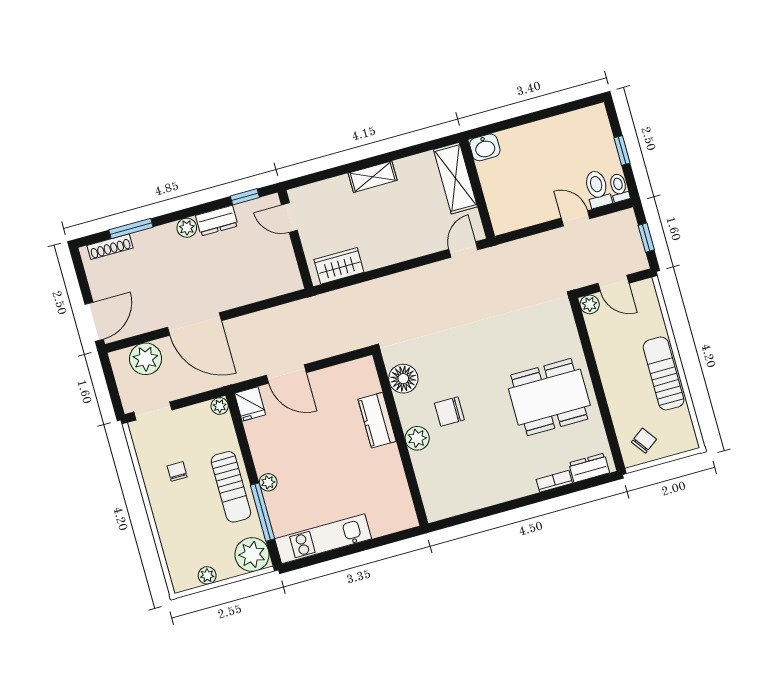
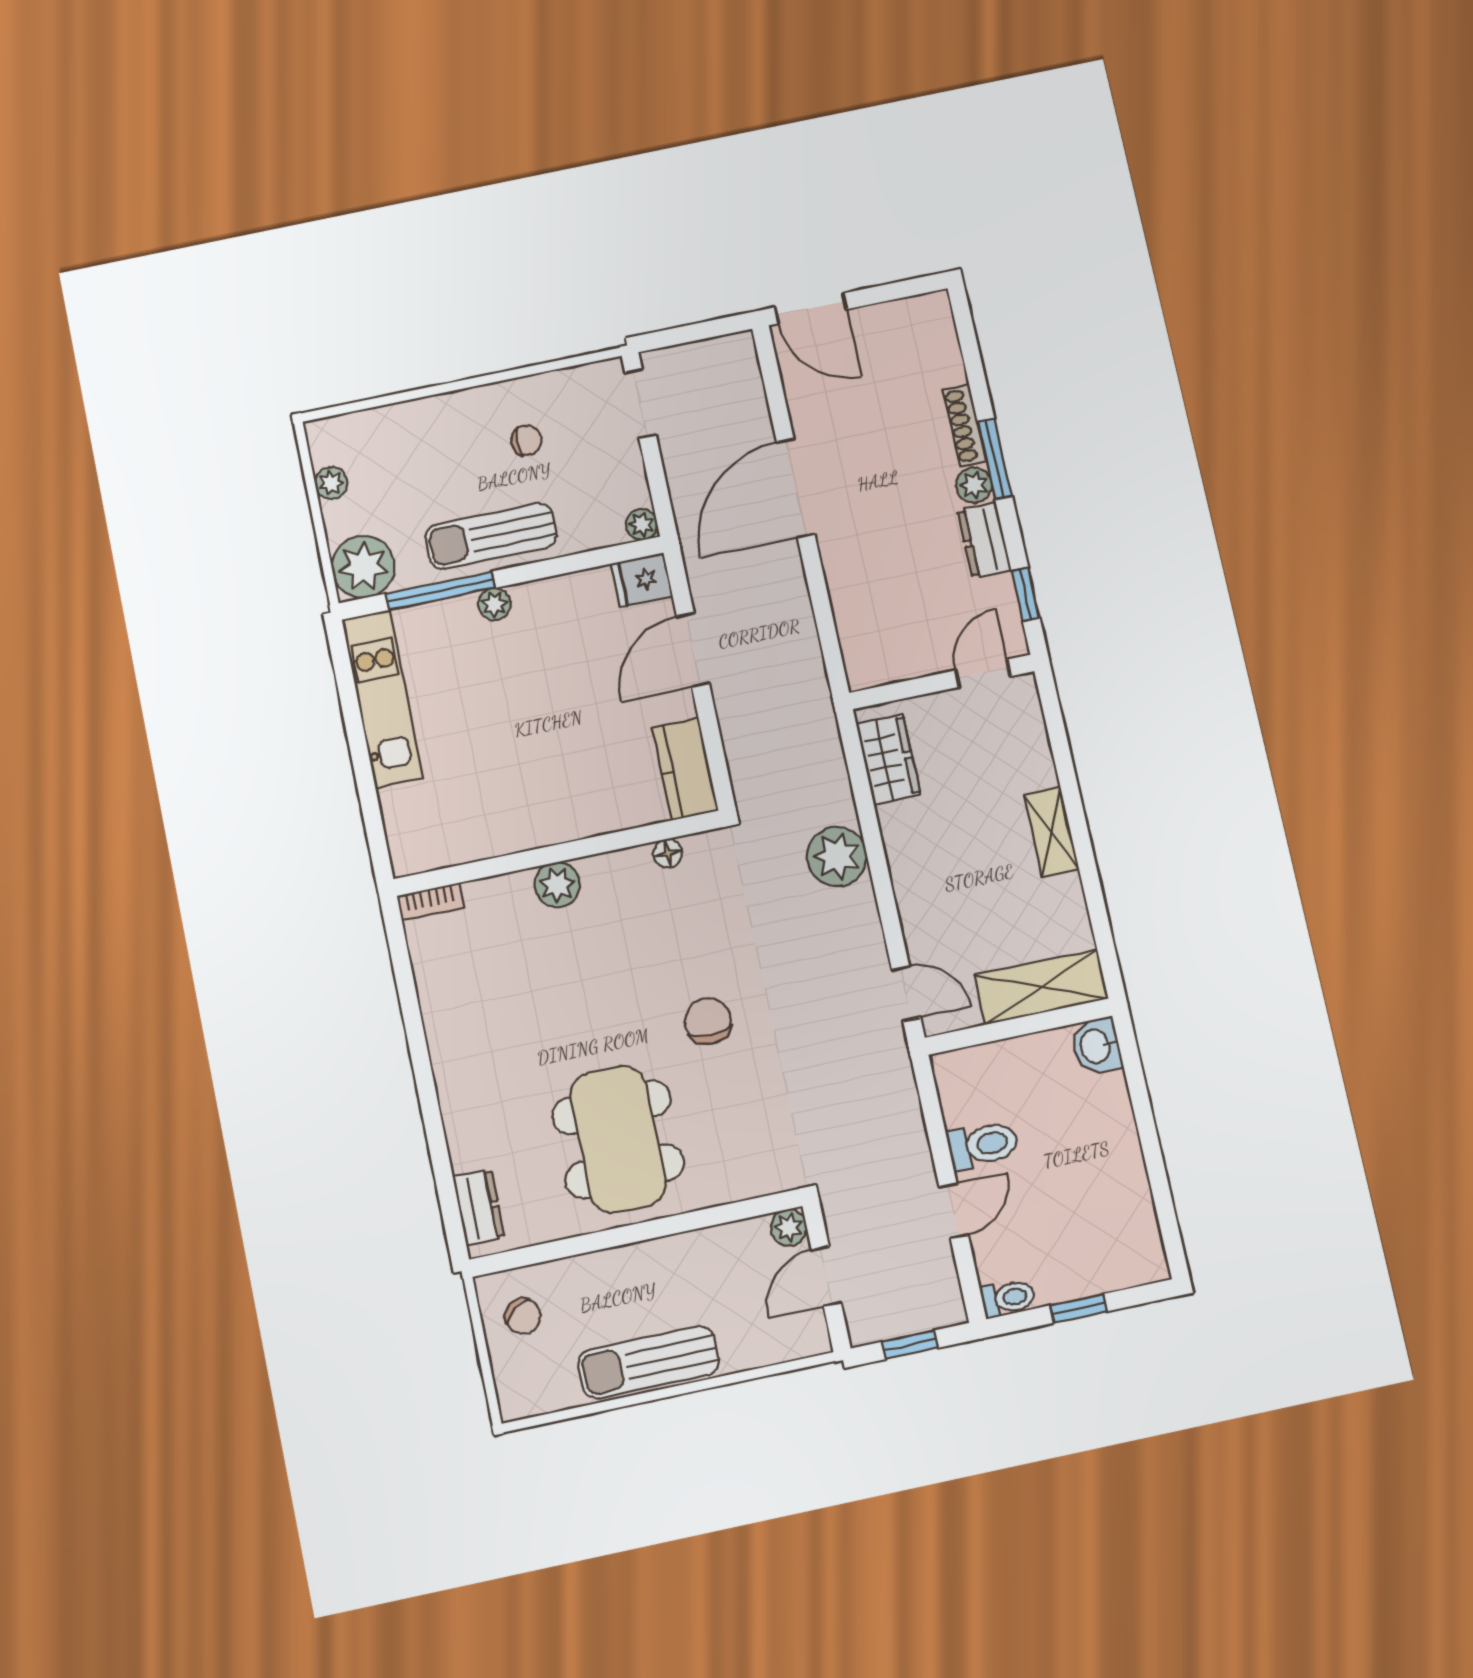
toilet: (597, 189) -> (983, 1145), moved
window: (131, 228) -> (995, 459), moved
shoe rack: (110, 247) -> (965, 425), moved
plant: (146, 359) -> (837, 856), moved
sun lounger: (664, 373) -> (649, 1362), turned 180
floor lamp: (403, 379) -> (668, 853), width x0.53, depth x0.53
chair: (449, 412) -> (708, 1021), moved
kitchen counter: (377, 420) -> (685, 769), moved, turned -90
bookcase: (554, 481) -> (430, 902), moved, turned 90

